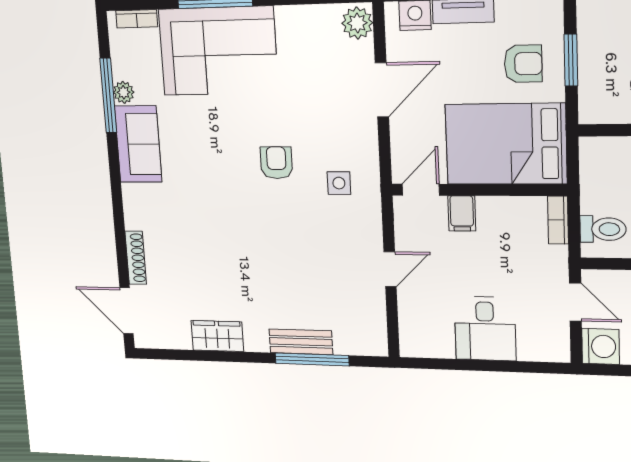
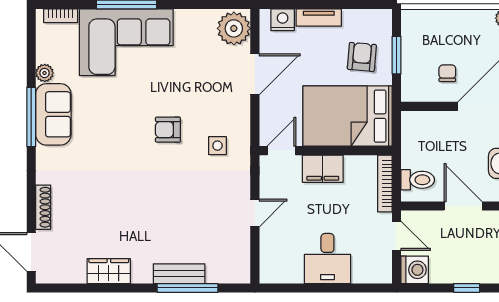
plant: (357, 23) -> (234, 28), width x1.36, depth x1.36
armchair: (523, 64) -> (362, 57), turned -85
window: (108, 95) -> (31, 117), moved
armchair: (276, 163) -> (168, 130), turned -90
filing cabinet: (462, 213) -> (323, 169), width x2.00
bookcase: (558, 220) -> (385, 183), width x1.56

